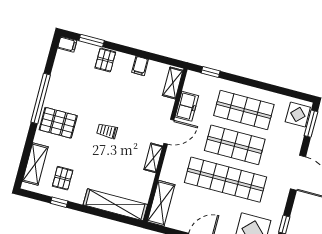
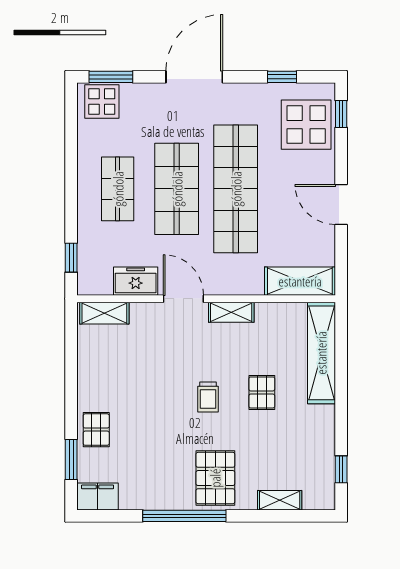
filing cabinet: (67, 44) -> (98, 496), width x2.00
pallet: (105, 60) -> (96, 430), turned 90
filing cabinet: (140, 66) -> (91, 372), removed
shop shelf: (244, 110) -> (118, 189), width x0.70, depth x0.74
shelving: (35, 164) -> (280, 500), width x0.67, depth x0.75
pallet: (63, 178) -> (262, 392), moved, turned 90
window: (59, 202) -> (341, 469), moved

